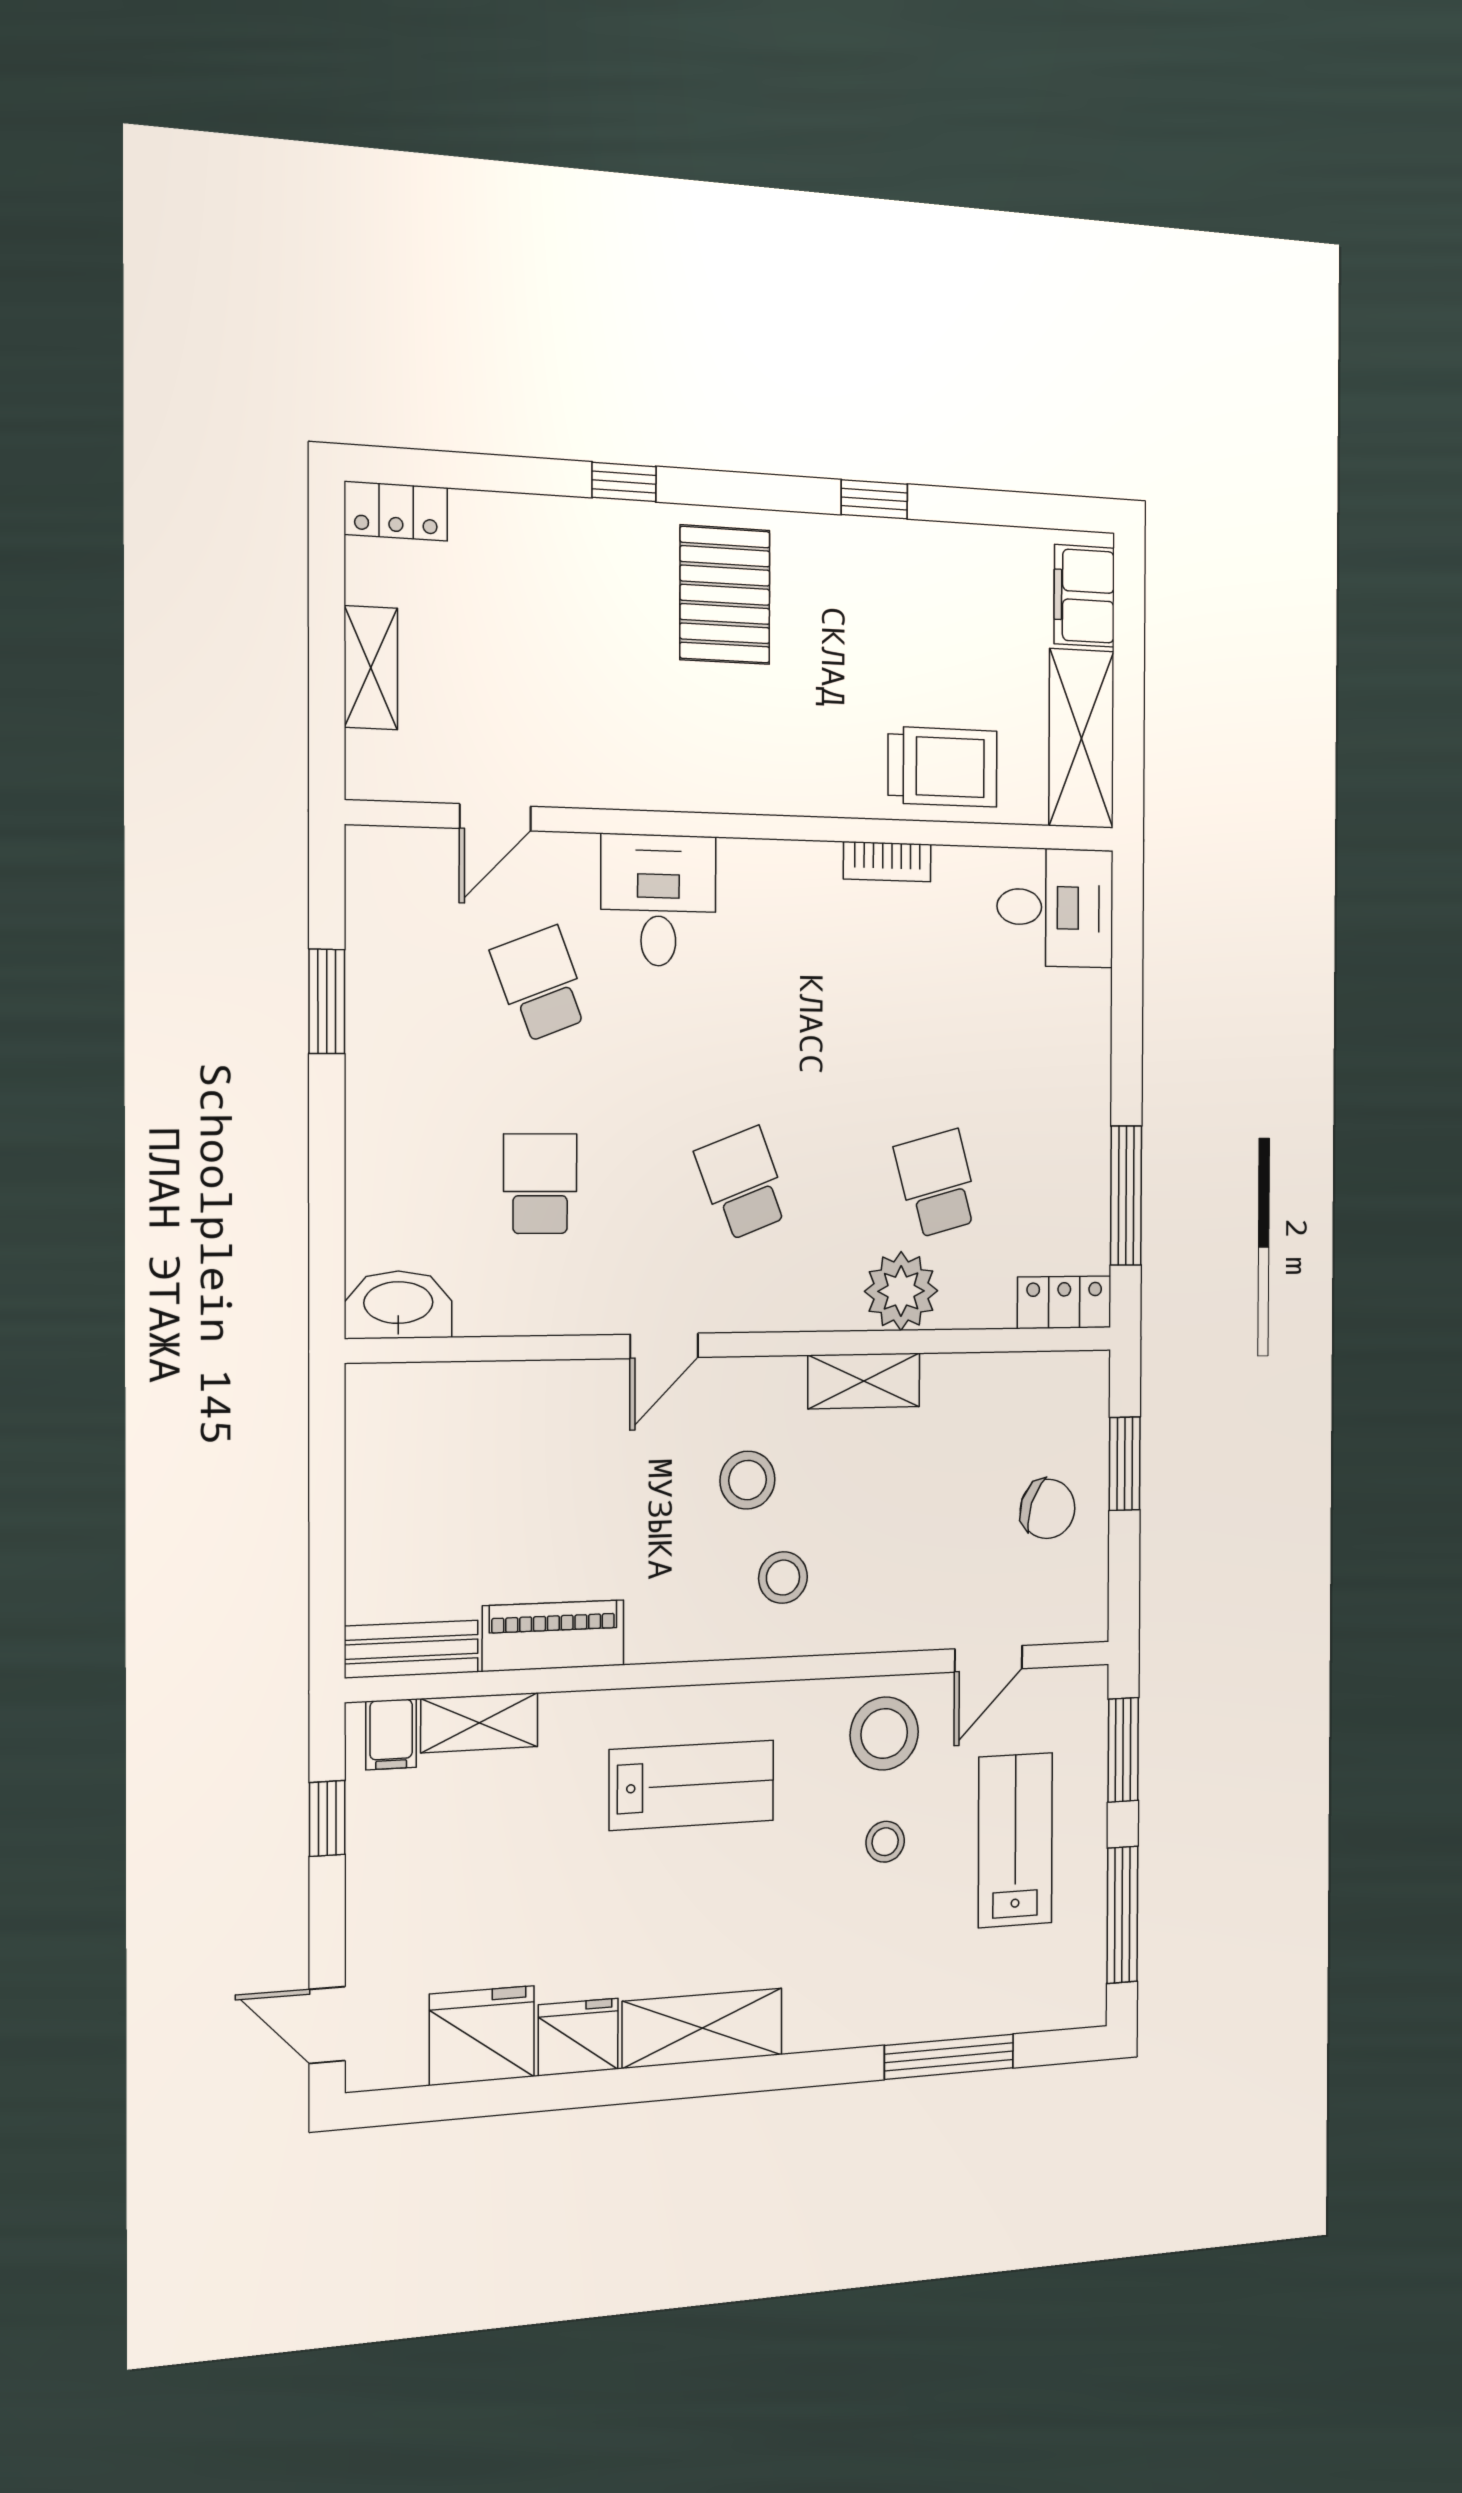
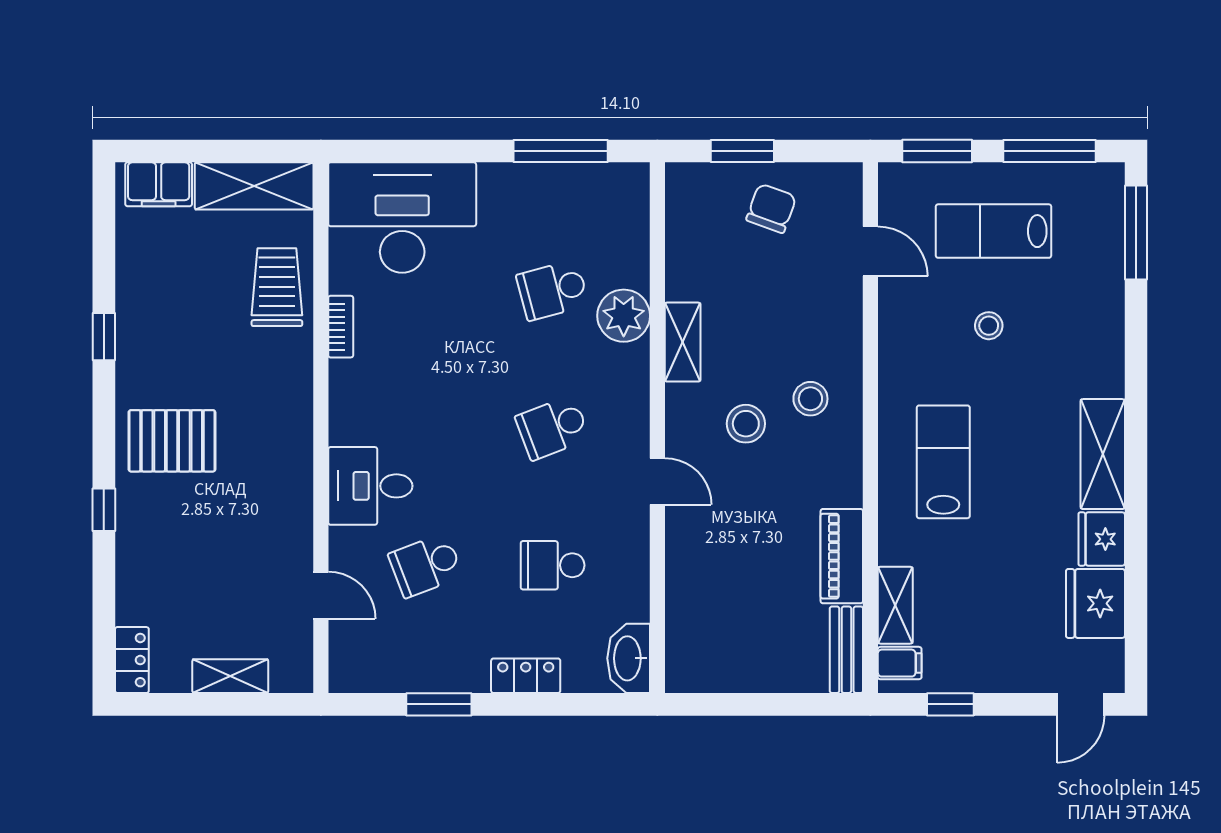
desk: (1055, 908) -> (402, 218), width x1.87, depth x1.30
locker: (1064, 1302) -> (526, 676), moved, turned 90
stool: (884, 1734) -> (917, 327), removed
window: (949, 2057) -> (1136, 233), moved

